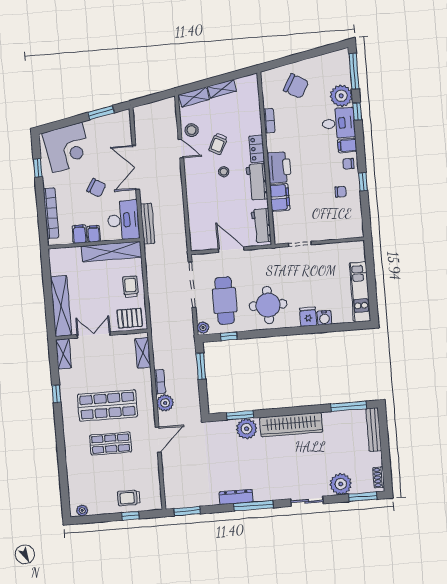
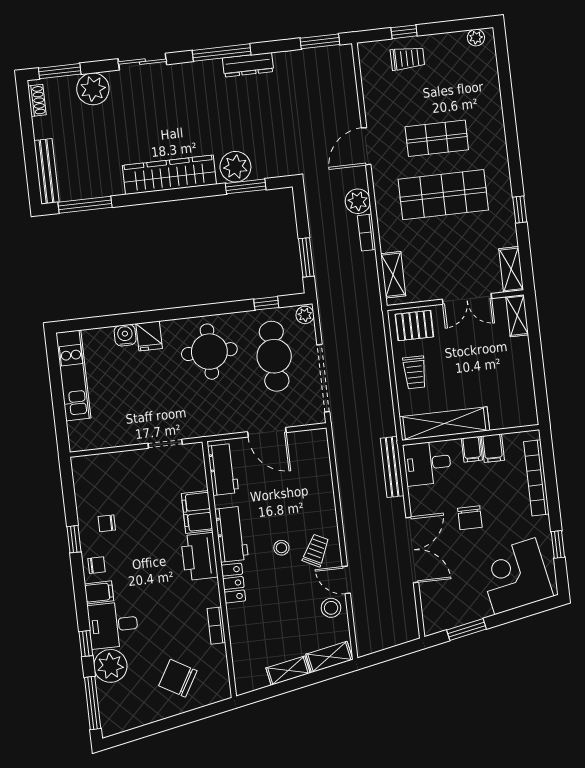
trolley: (218, 144) -> (316, 550), moved
chair: (96, 188) -> (470, 518), turned -121
desk: (123, 220) -> (427, 463), width x0.73
shelving: (61, 306) -> (517, 316), width x0.45, depth x0.75

